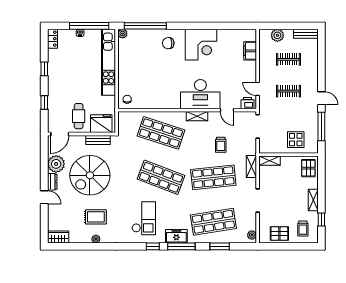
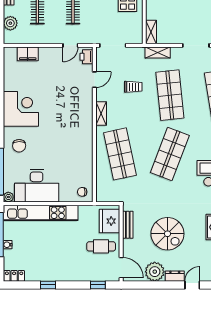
desk: (200, 94) -> (37, 186), moved, turned 90
window: (44, 103) -> (98, 285), moved
shop shelf: (161, 133) -> (120, 154), turned -30
spiral stairs: (90, 175) -> (167, 234), width x0.73, depth x0.73

